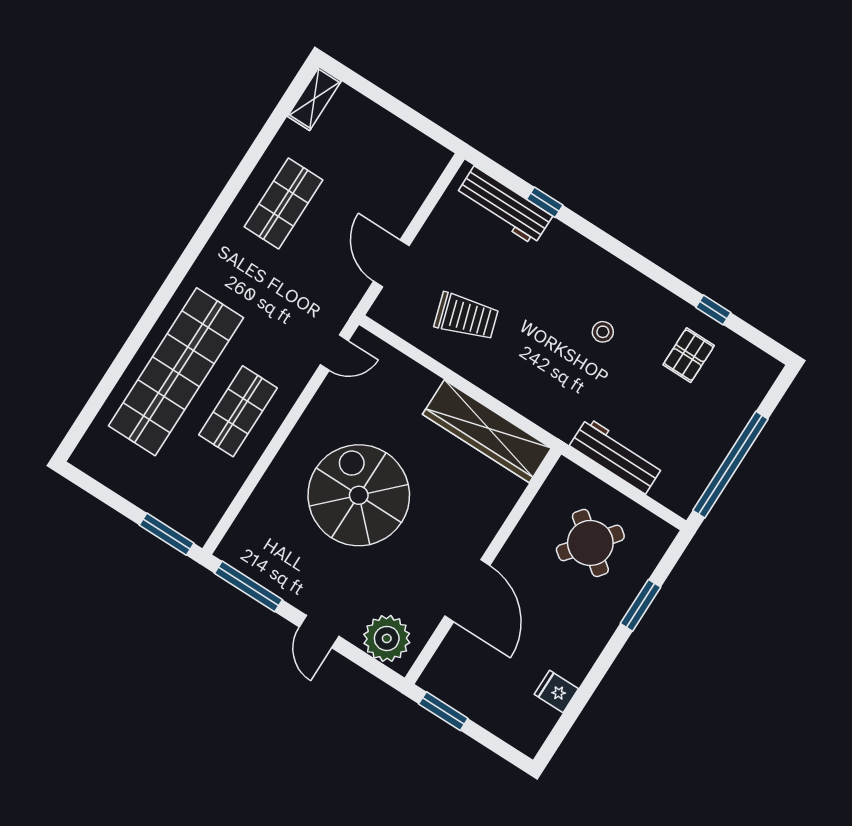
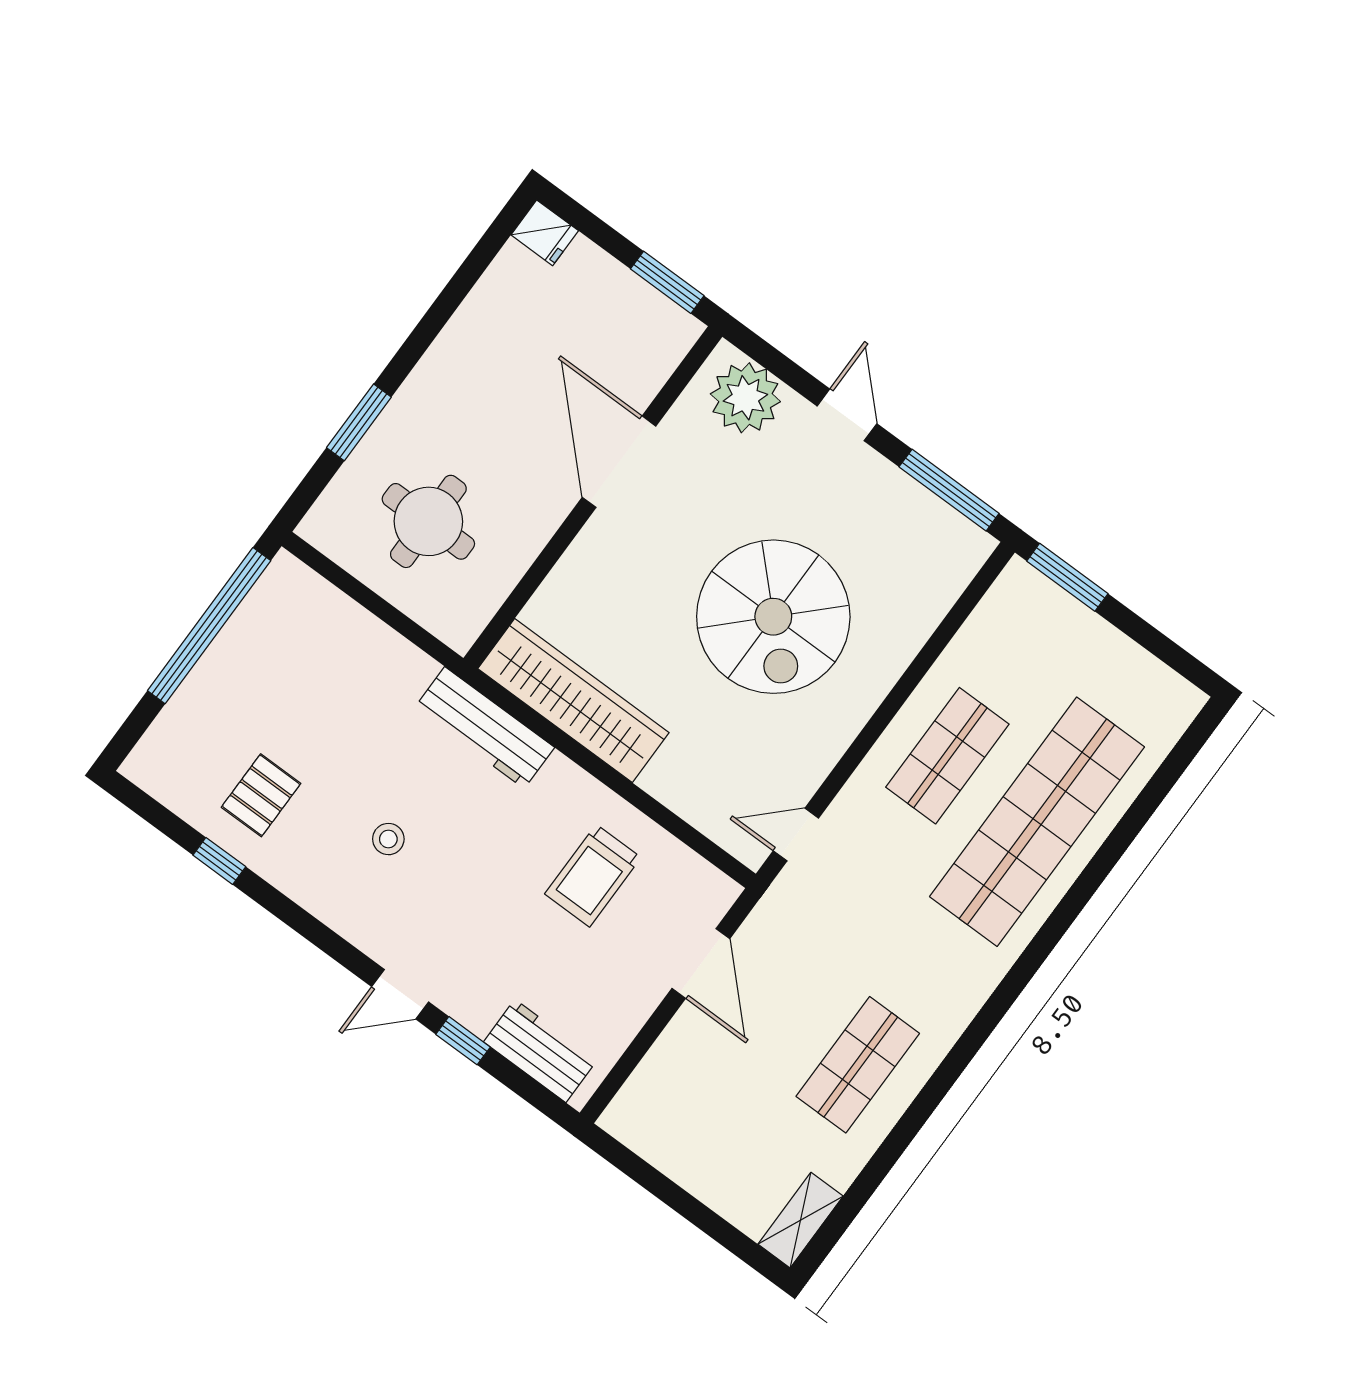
workbench: (504, 206) -> (540, 1051), width x0.73
door: (588, 230) -> (400, 994), added
trolley: (466, 317) -> (593, 876), turned -73
workbench: (616, 456) -> (485, 728), moved
round table: (590, 543) -> (428, 521), turned -38
fridge: (556, 691) -> (545, 233), moved

